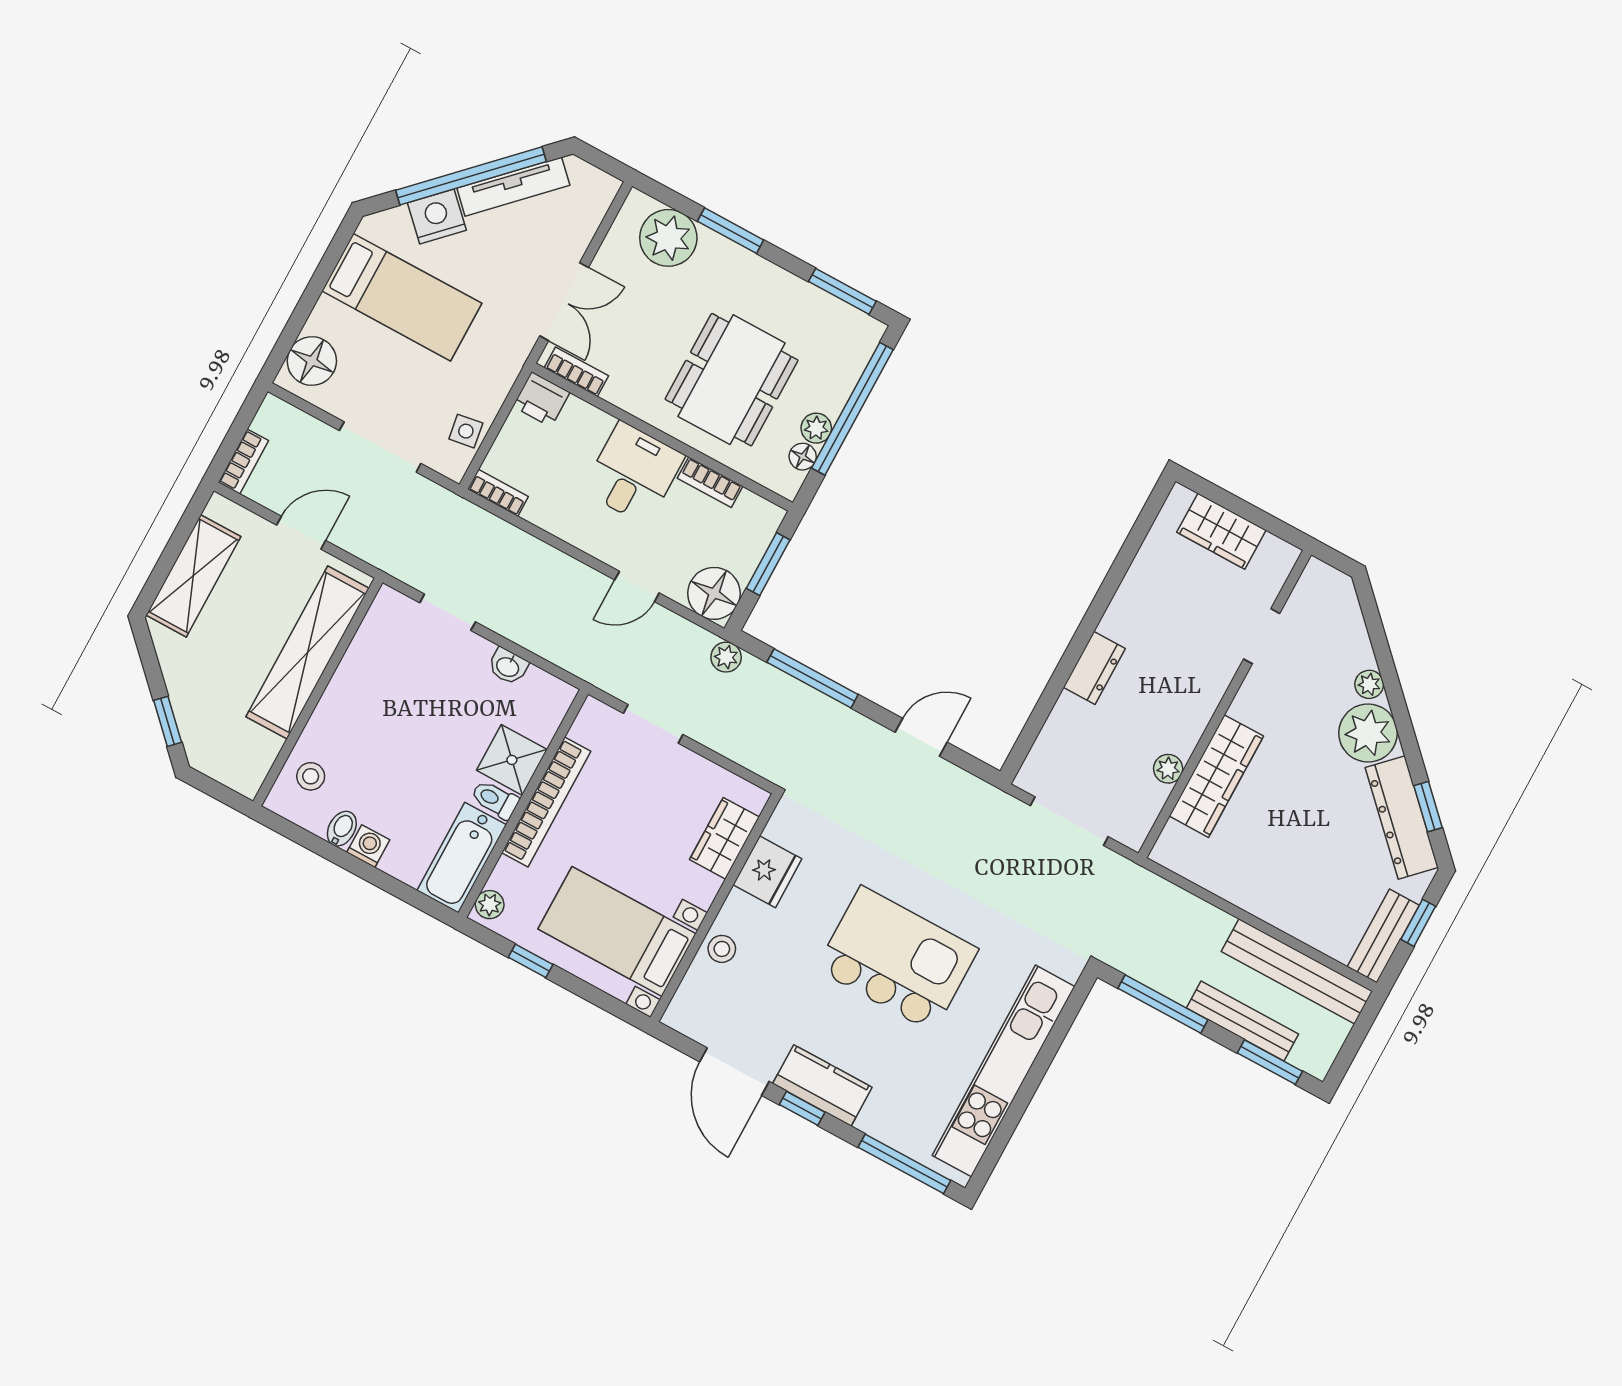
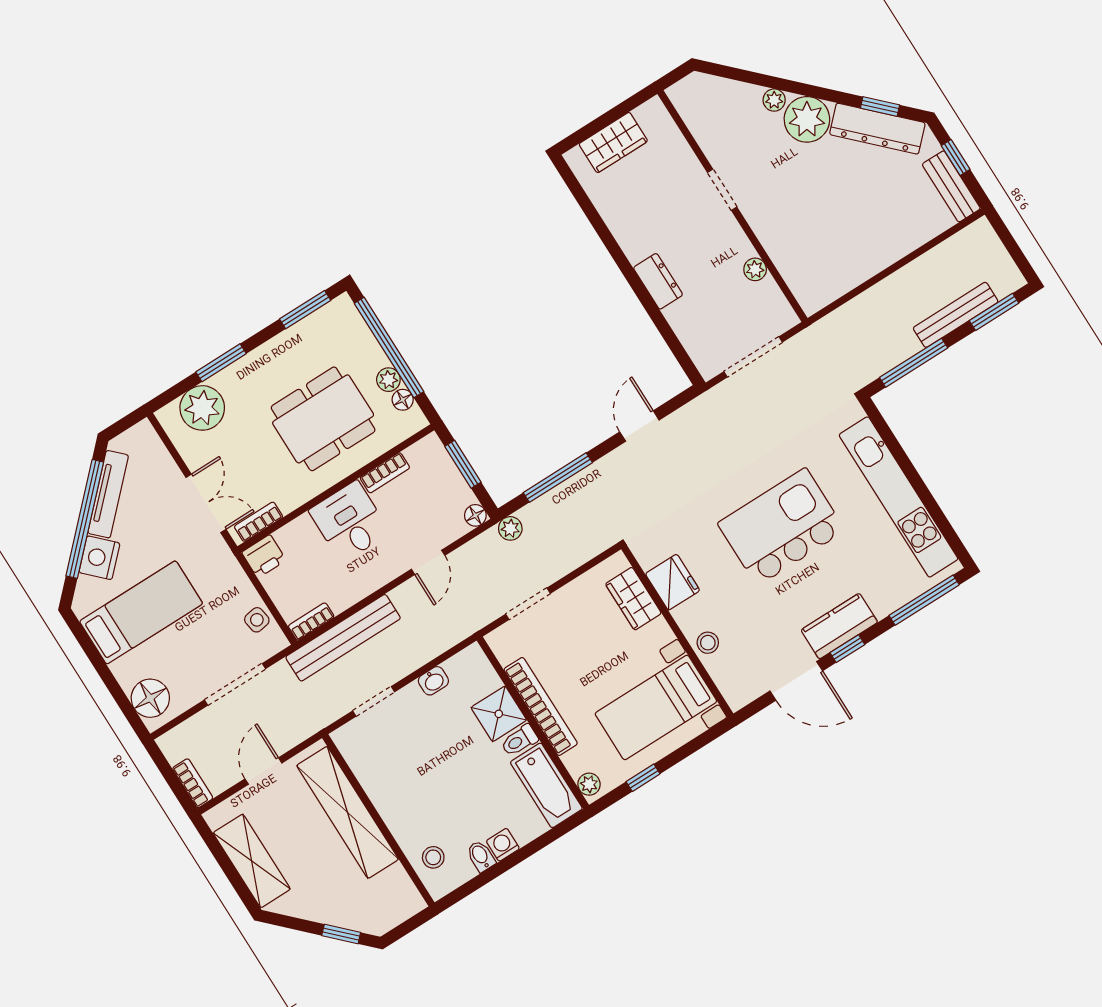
dining table: (732, 380) -> (323, 419), turned 90
floor lamp: (714, 593) -> (475, 515), width x0.53, depth x0.53
doorway: (1262, 636) -> (722, 190), moved
wardrobe: (1216, 776) -> (778, 239), removed
bench: (1297, 971) -> (343, 638), moved

